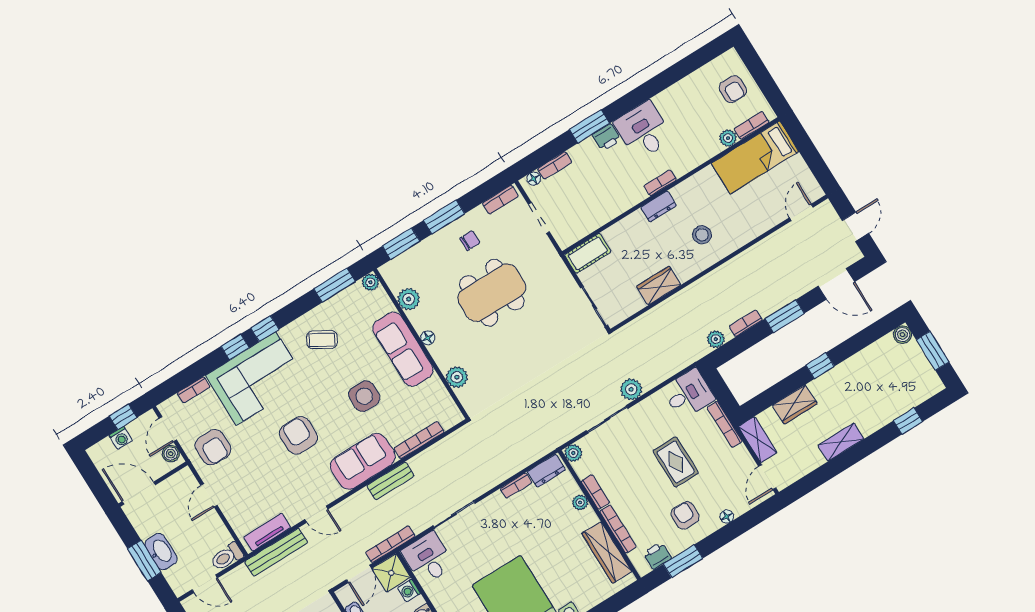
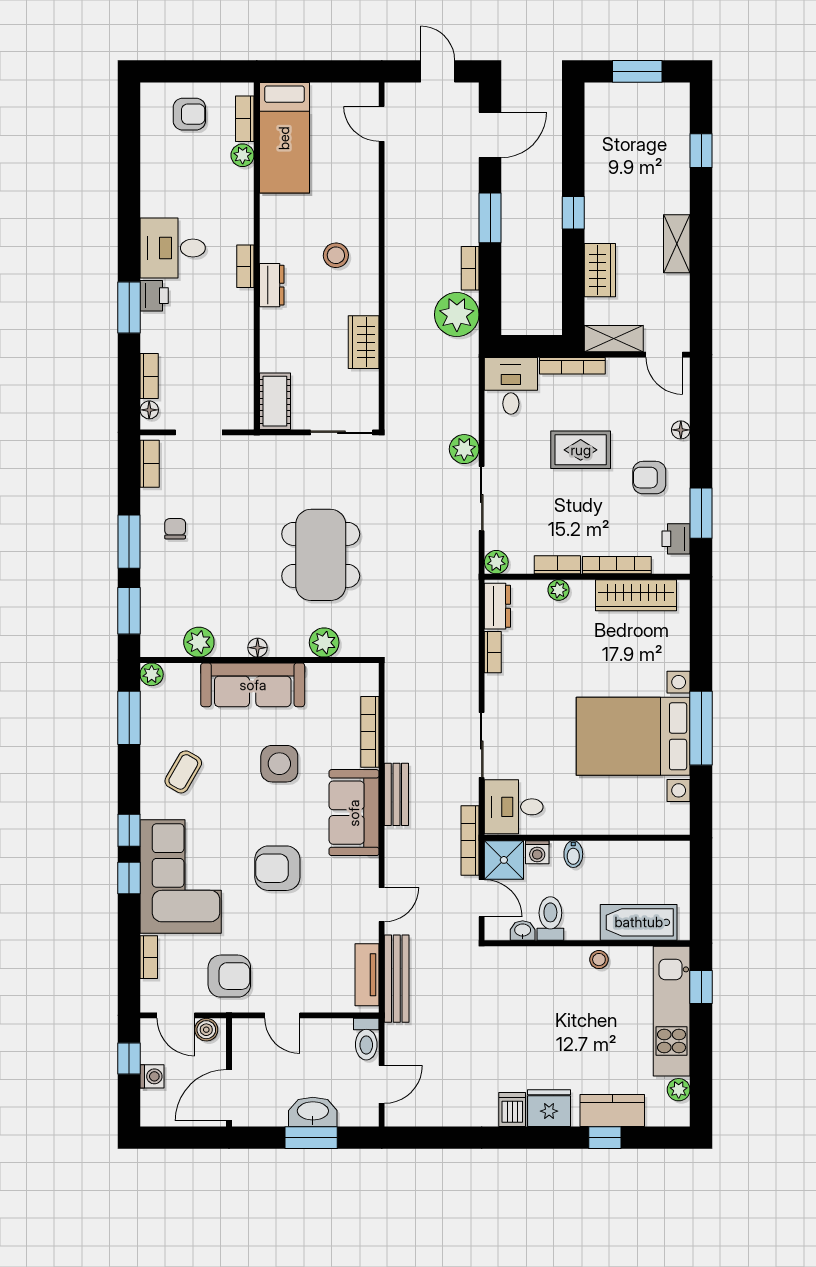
dining table: (492, 293) -> (321, 555), moved
boiler: (902, 335) -> (597, 95), removed
plant: (716, 339) -> (457, 315), width x1.88, depth x1.88

